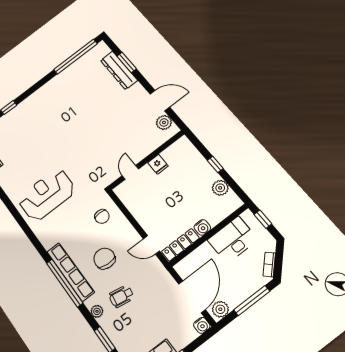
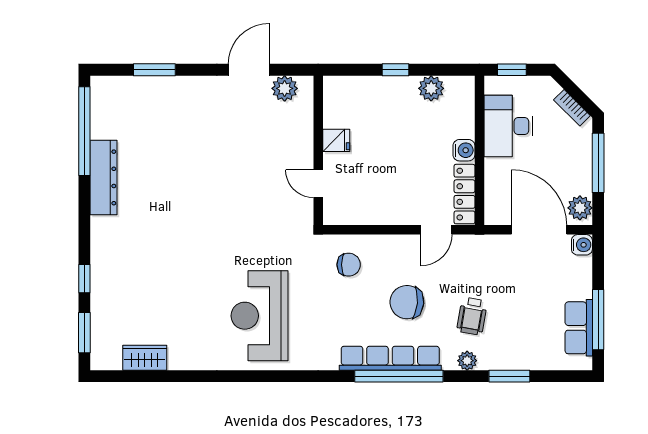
dresser: (119, 70) -> (103, 177), moved, turned -90

